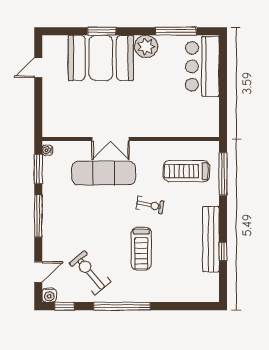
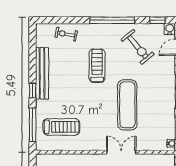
exercise mat: (104, 173) -> (127, 105), moved, turned 90
exercise bike: (150, 205) -> (66, 34), moved
window: (223, 251) -> (33, 90), moved

